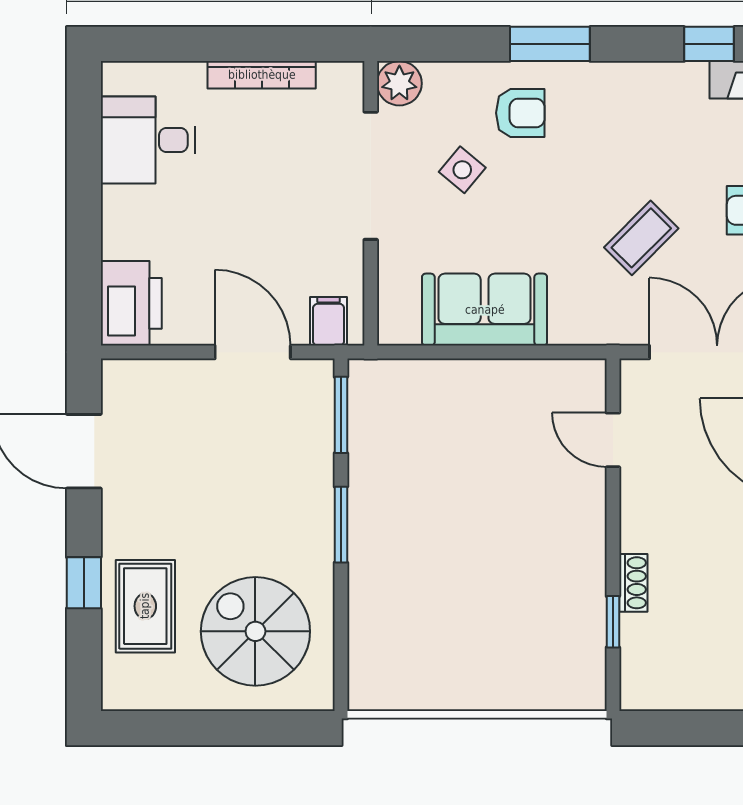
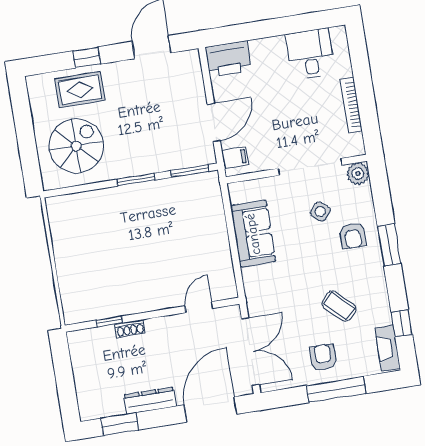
coffee table: (641, 238) -> (339, 306), moved

